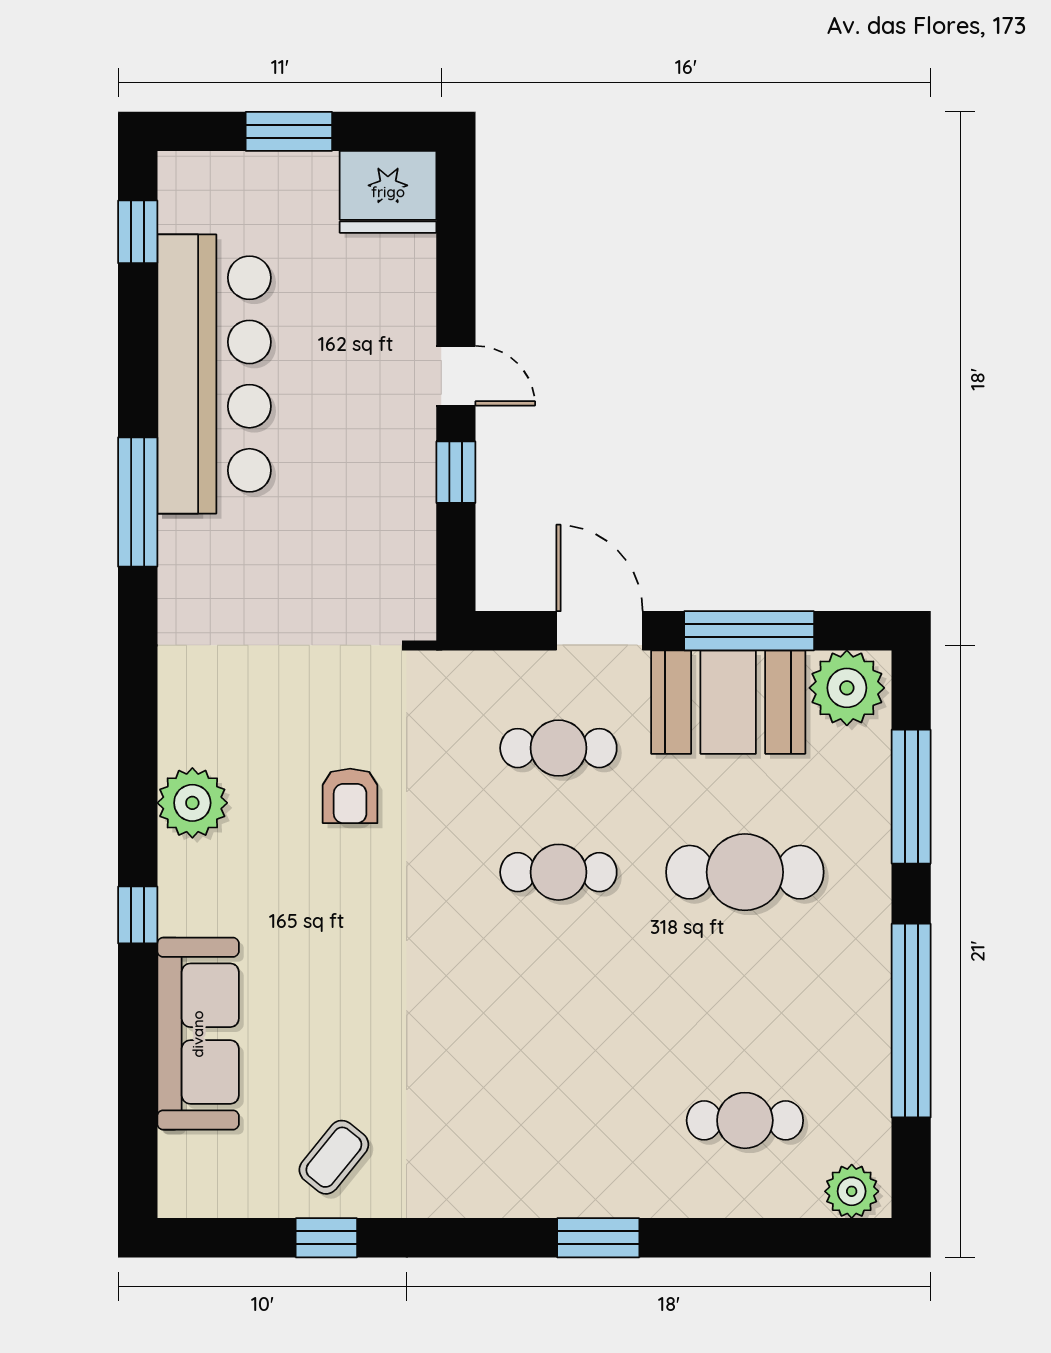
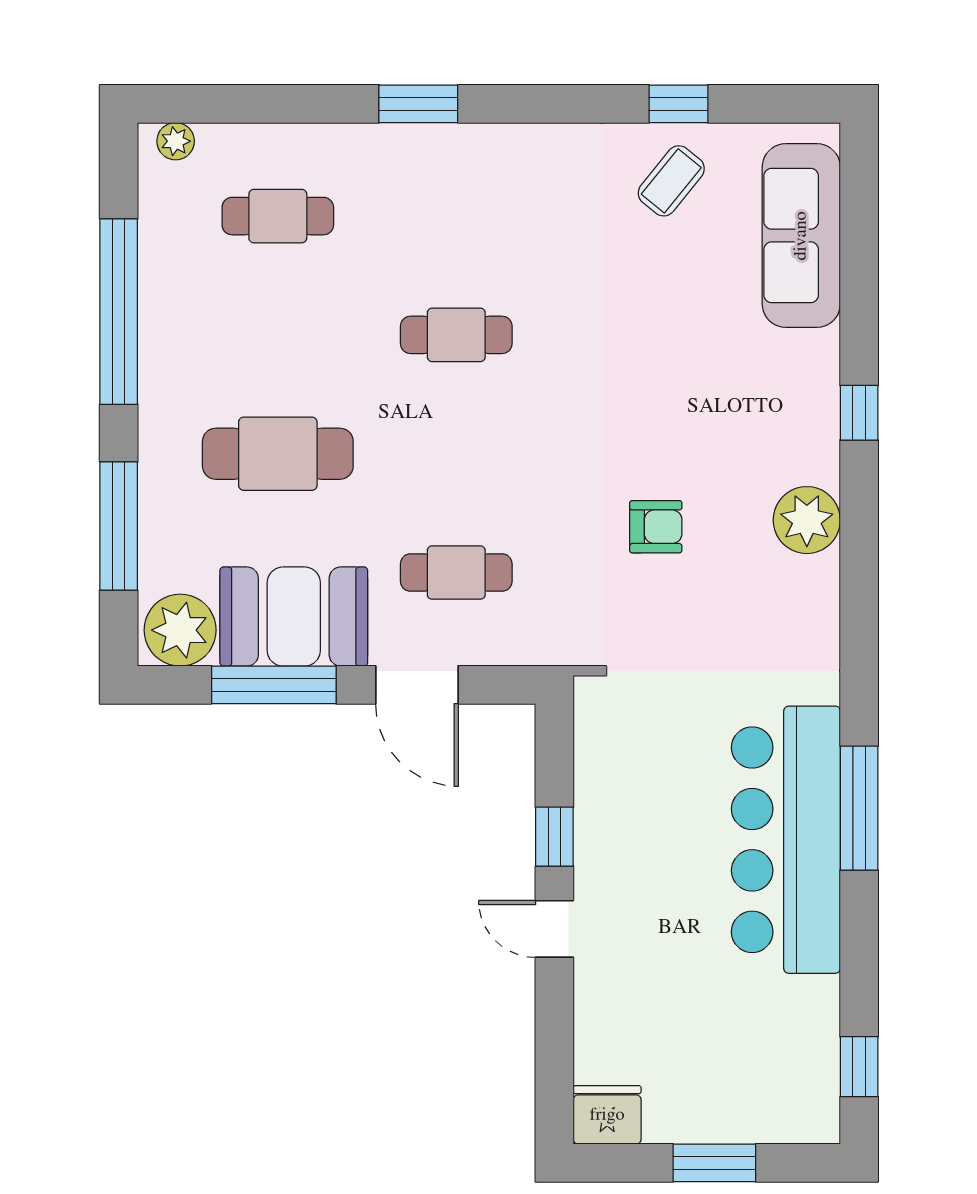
fridge: (388, 192) -> (607, 1115), width x0.73, depth x0.75
bar counter: (214, 374) -> (786, 840), moved
armchair: (350, 796) -> (656, 527), turned 90
cafe table: (558, 872) -> (456, 335), moved
sofa: (198, 1034) -> (801, 236), moved
plant: (852, 1191) -> (176, 141), width x0.73, depth x0.73

